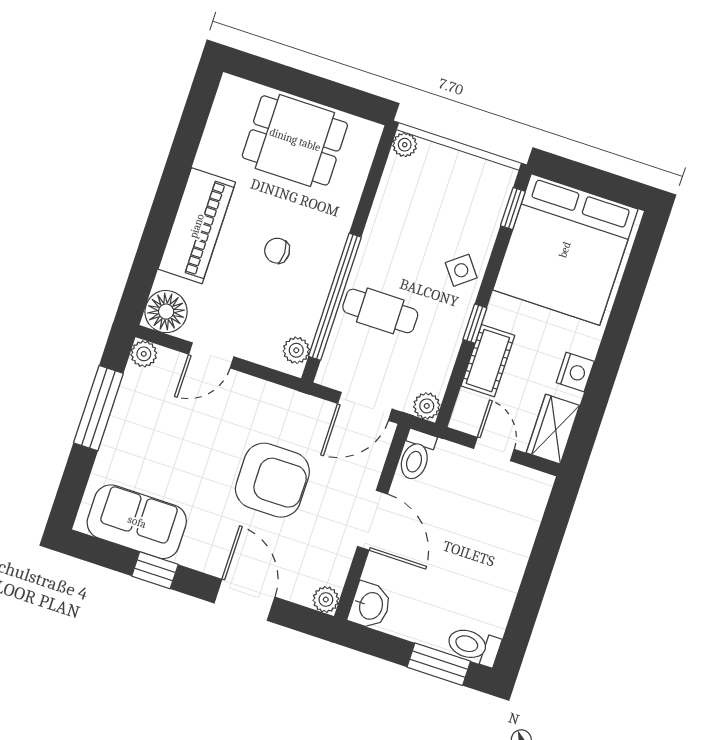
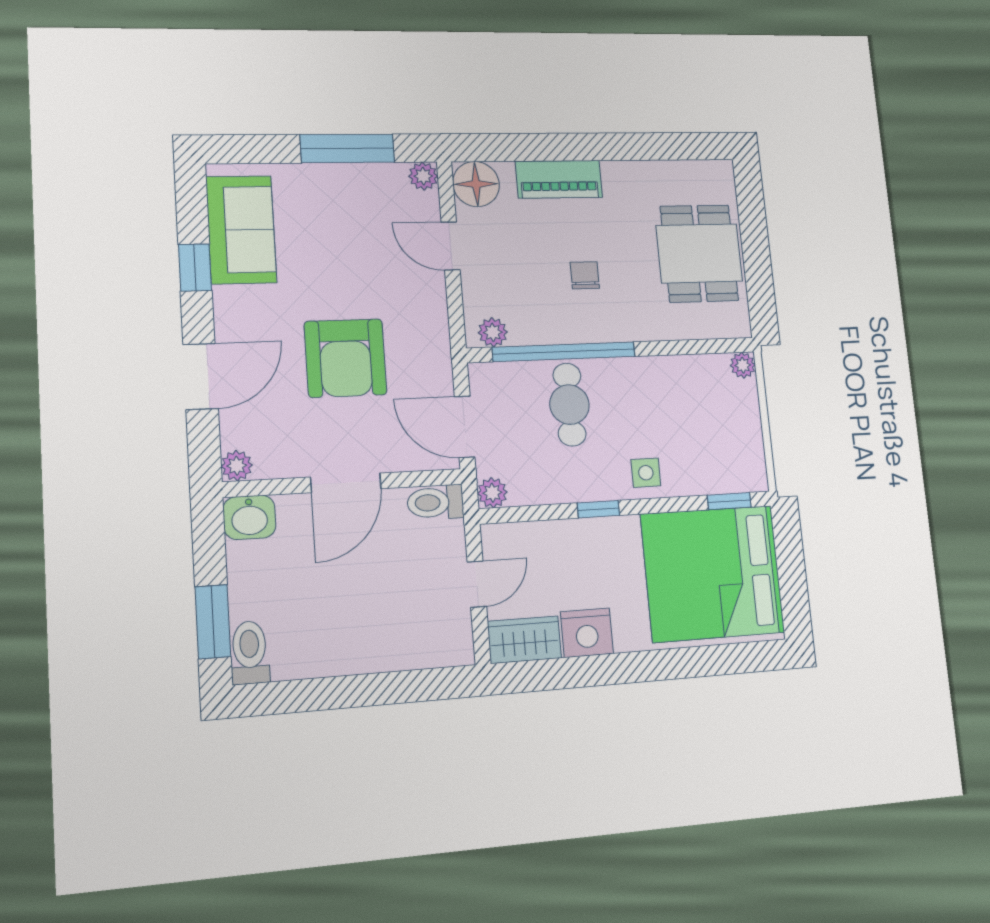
piano: (197, 226) -> (559, 179), width x0.73, depth x0.75
side table: (461, 270) -> (646, 473), turned 38
cot: (488, 361) -> (567, 539), removed
nightstand: (575, 372) -> (587, 633), width x1.36, depth x1.33

